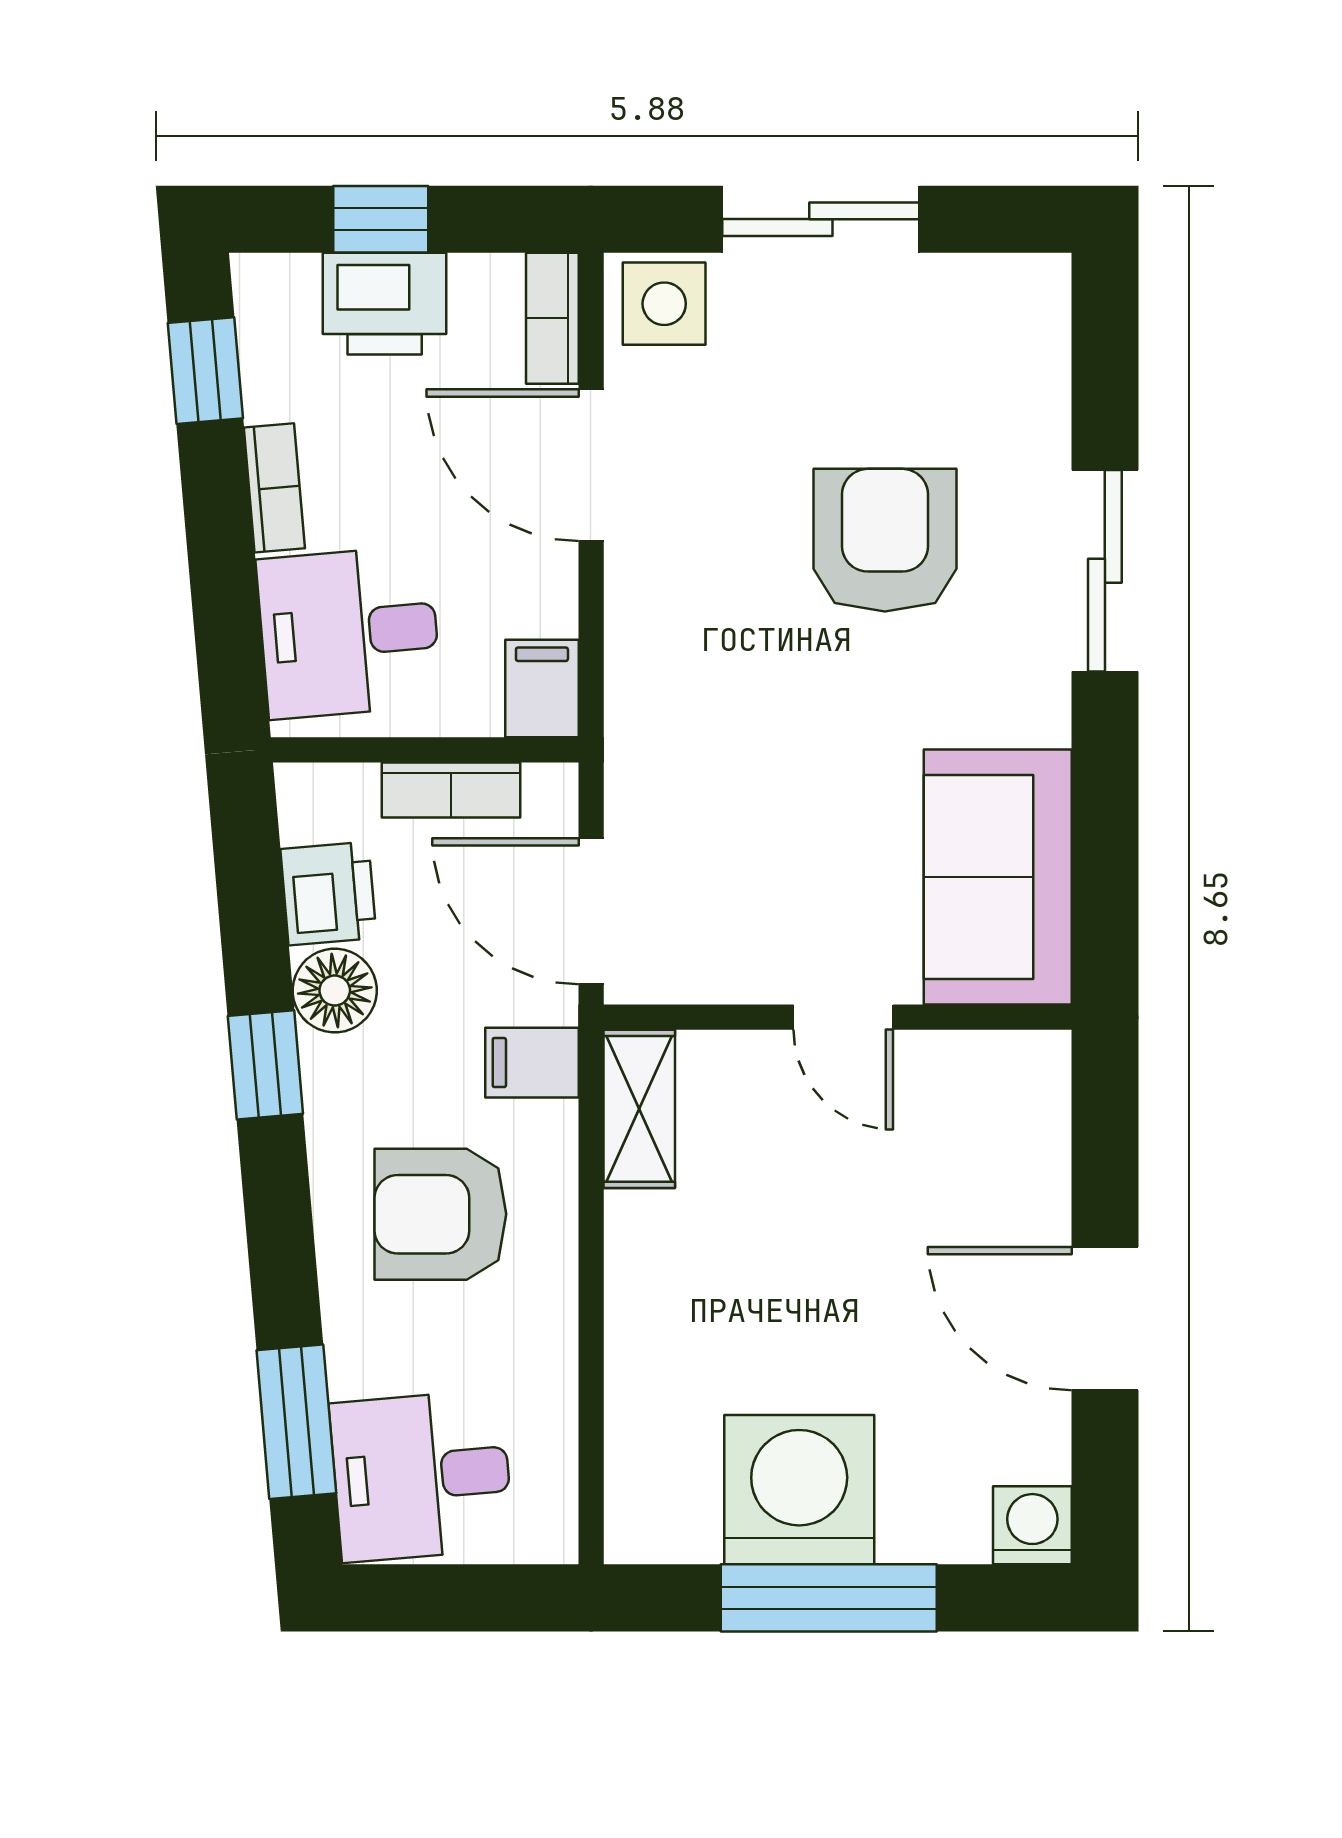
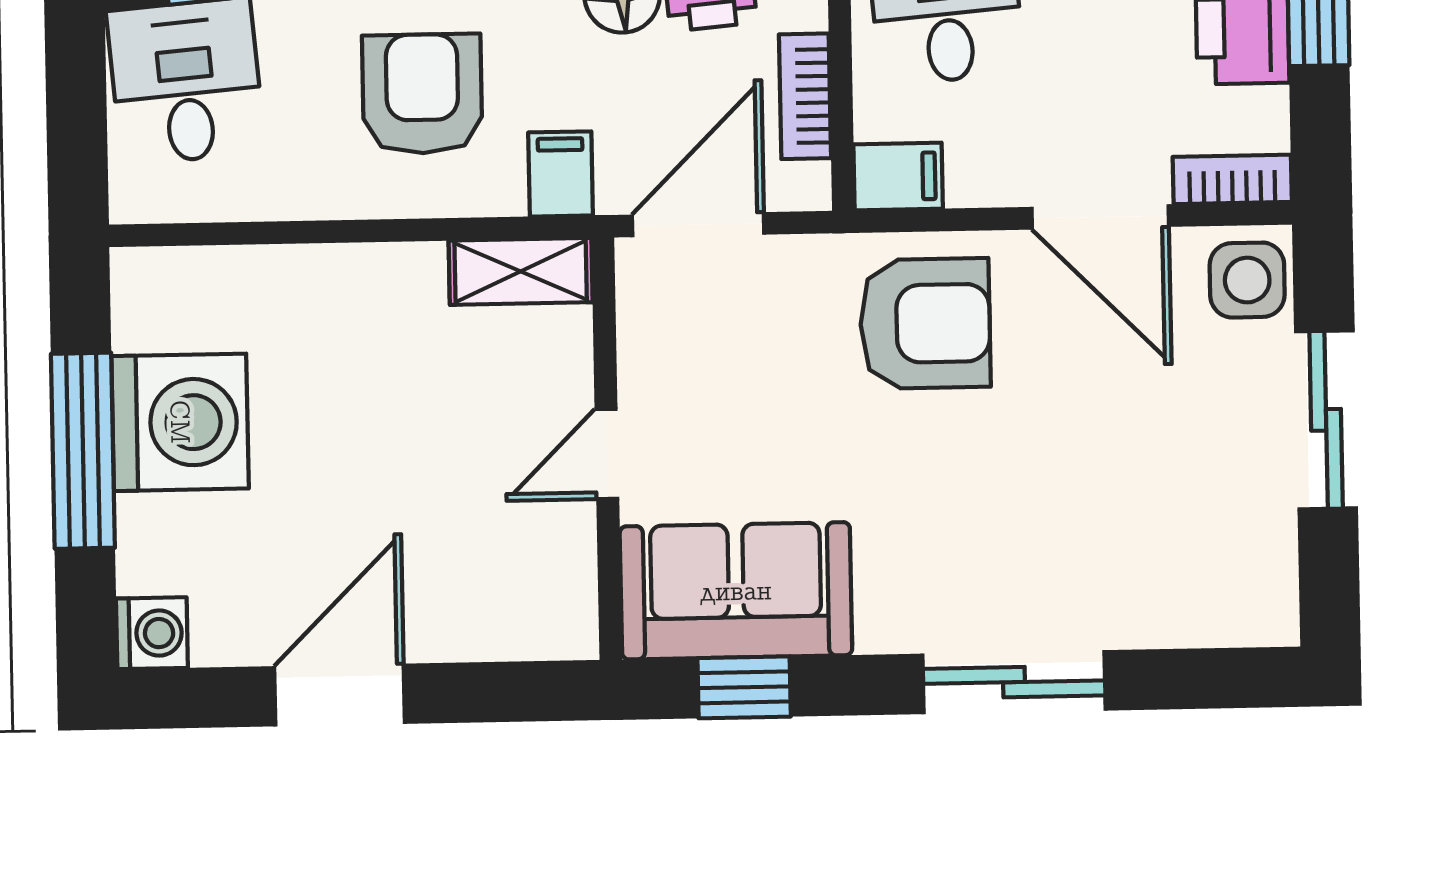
door: (591, 465) -> (1100, 217), swing flipped
armchair: (885, 540) -> (925, 323), moved
window: (1105, 870) -> (744, 687), added

